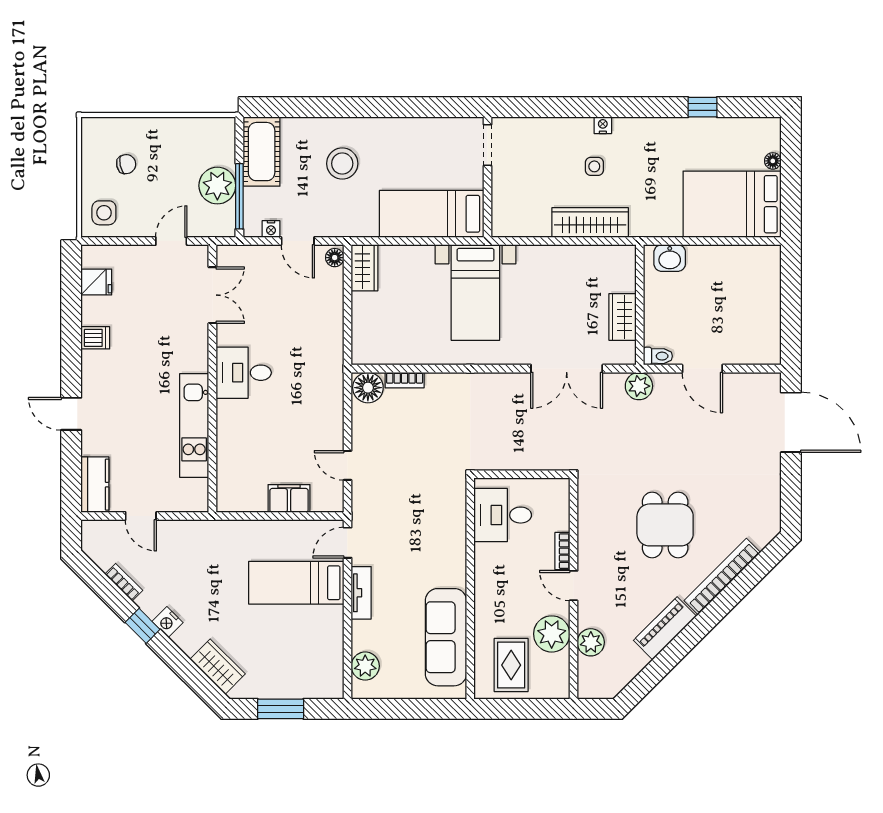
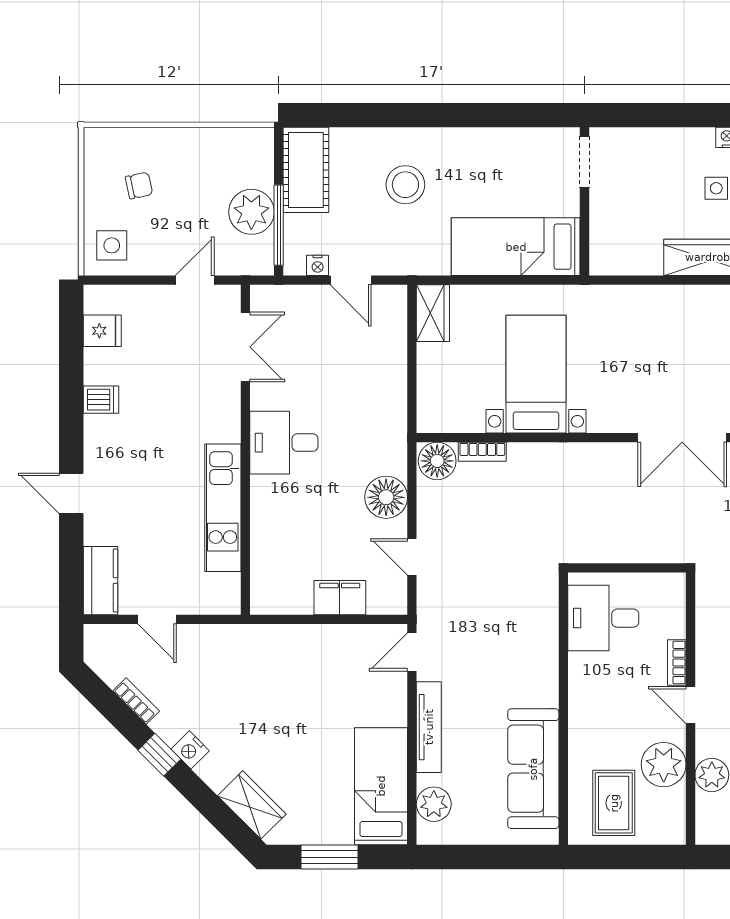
floor lamp: (335, 258) -> (386, 497), moved, width x1.89, depth x1.89
bed with nightstands: (475, 292) -> (536, 374), moved, turned 180
bed: (296, 583) -> (381, 786), moved, turned 90
tv unit: (361, 593) -> (429, 727), width x1.41

